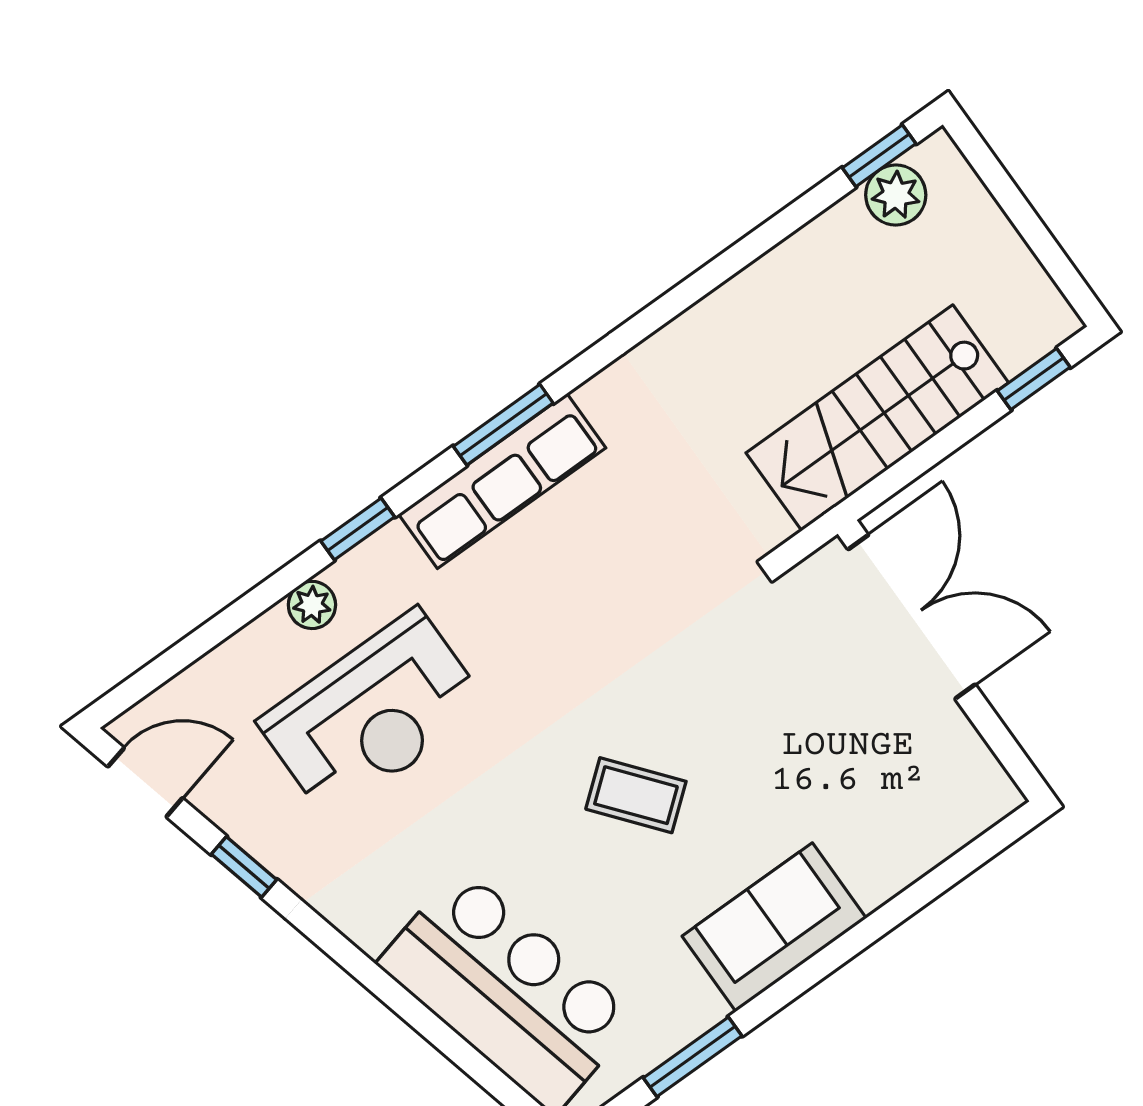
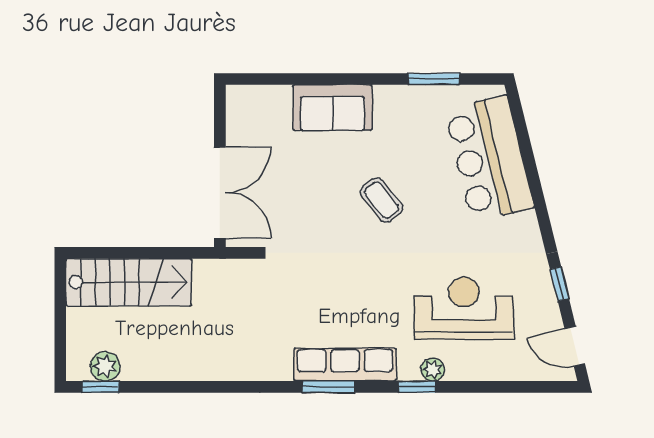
window: (1034, 379) -> (103, 253), removed
stairs: (877, 418) -> (129, 282), moved
plant: (312, 605) -> (433, 369), moved
double door: (912, 617) -> (220, 192), swing flipped
sofa: (774, 927) -> (332, 108), moved

